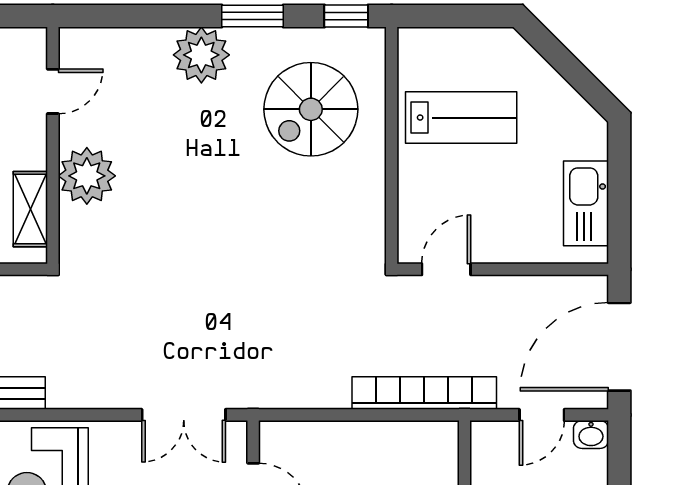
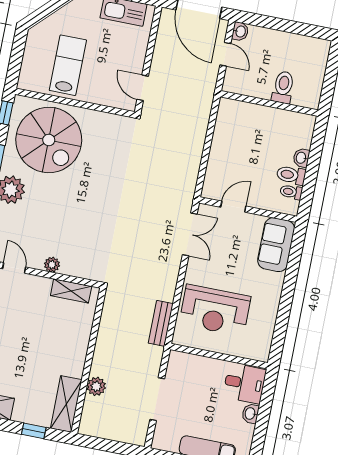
spiral stairs: (311, 109) -> (49, 140), width x1.37, depth x1.37
plant: (87, 176) -> (52, 265), width x0.53, depth x0.53
bookcase: (424, 393) -> (203, 111), removed

